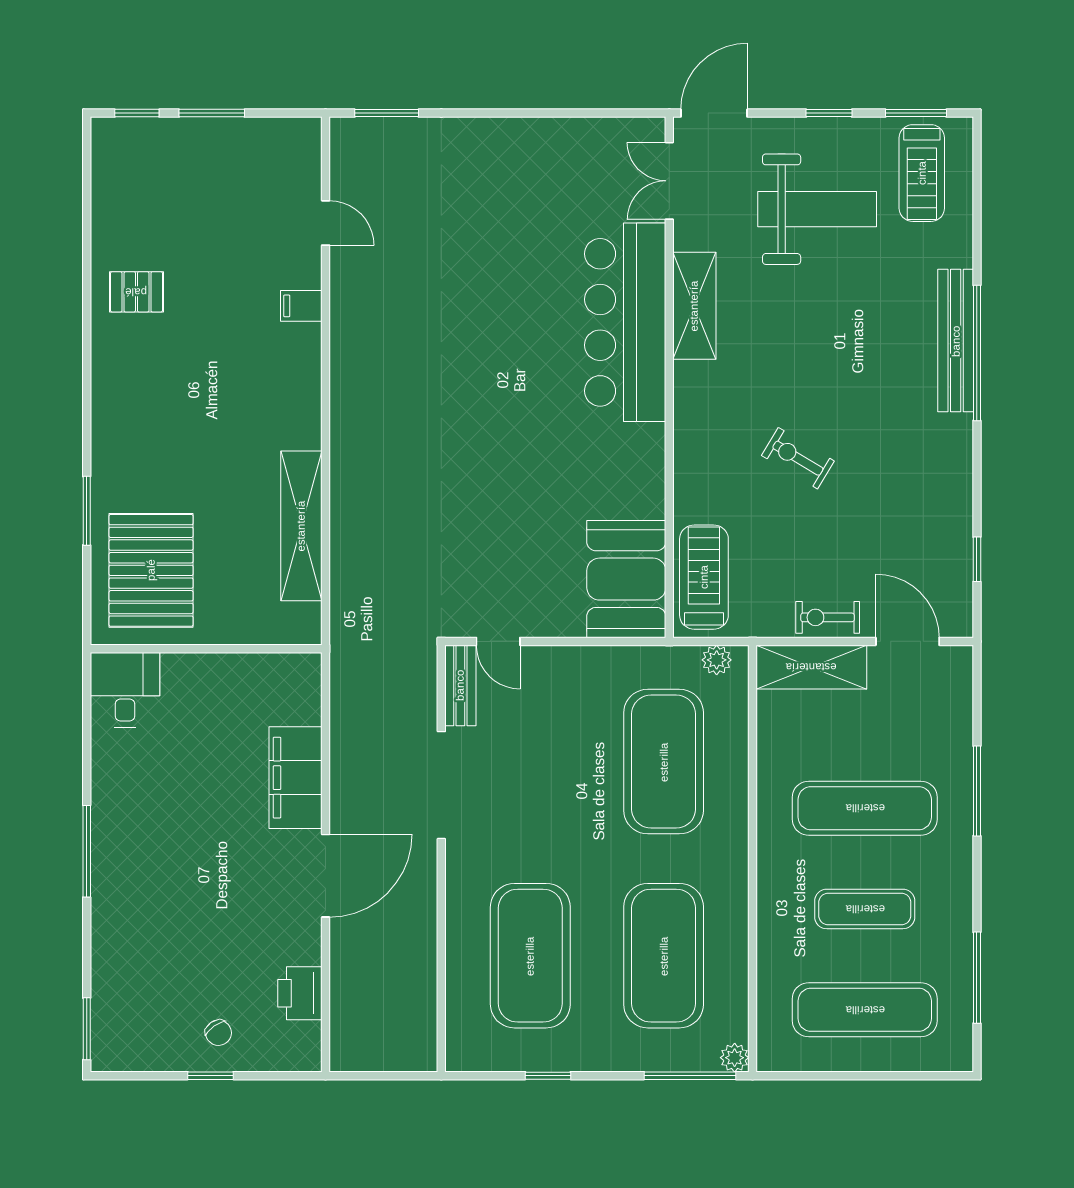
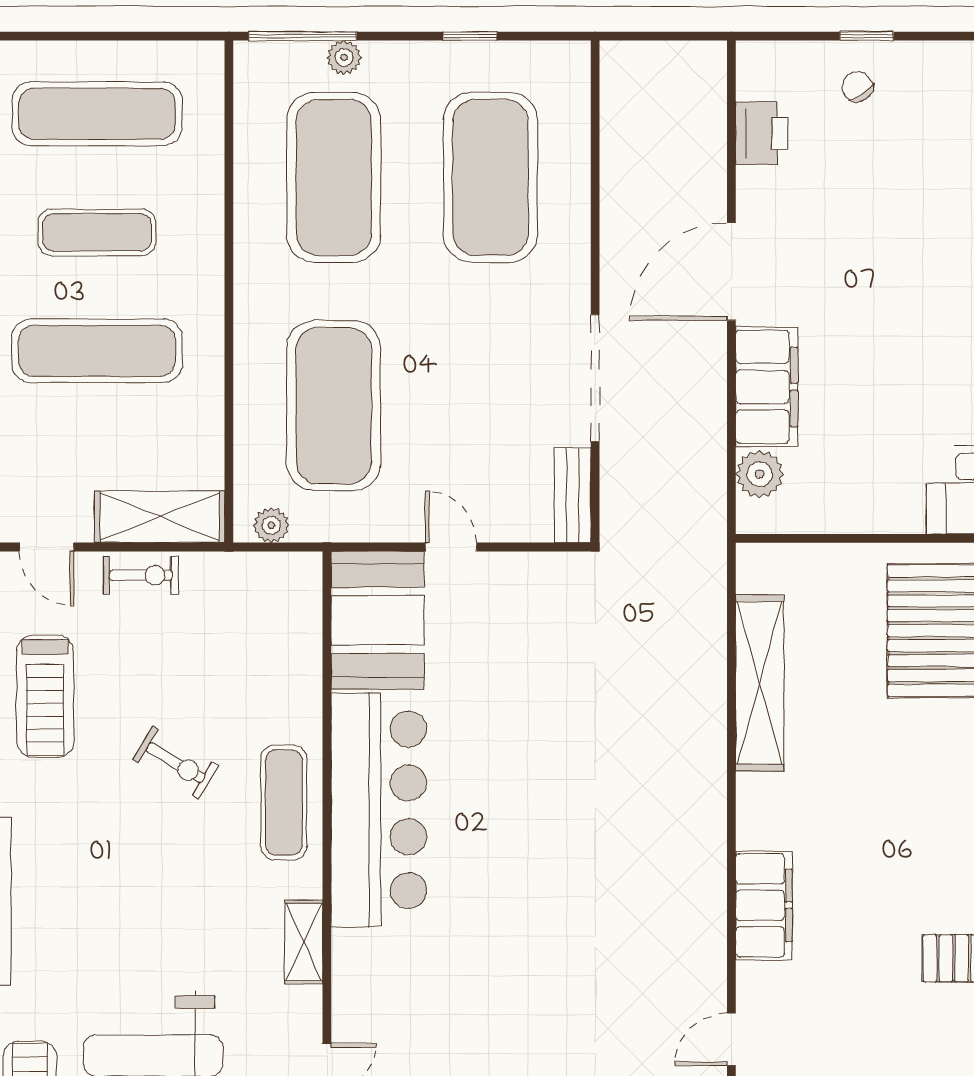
door: (326, 223) -> (731, 1039), hinge flipped
filing cabinet: (301, 306) -> (764, 905), width x3.00, depth x1.17
shelving: (694, 306) -> (304, 942), width x0.67, depth x0.75
bar counter: (625, 322) -> (379, 810), moved
exercise mat: (706, 424) -> (284, 802), added
treadmill: (704, 577) -> (45, 696), moved
door: (498, 641) -> (451, 547), moved
door: (908, 641) -> (47, 547), width x0.73
plant: (302, 703) -> (760, 474), added
plant: (735, 1058) -> (344, 57), moved

